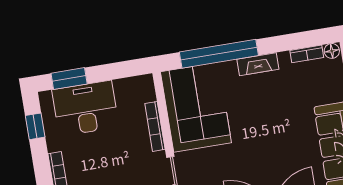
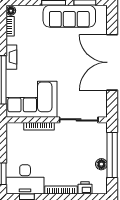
desk: (85, 108) -> (25, 179), moved, turned -90

